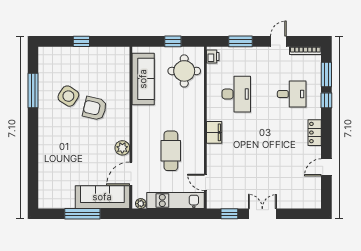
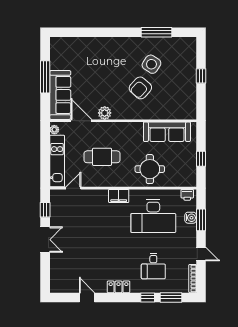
water cooler: (238, 53) -> (191, 218), added
round table: (184, 71) -> (150, 169), moved
desk: (236, 94) -> (153, 216), width x1.36, depth x1.30
armchair: (95, 108) -> (140, 88), turned -151

